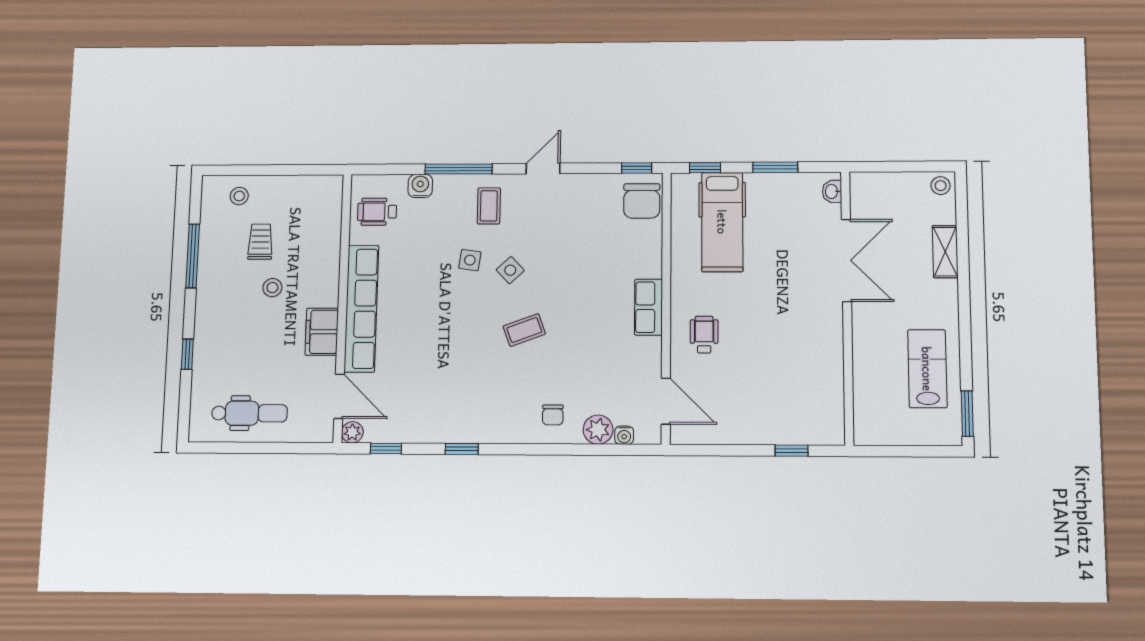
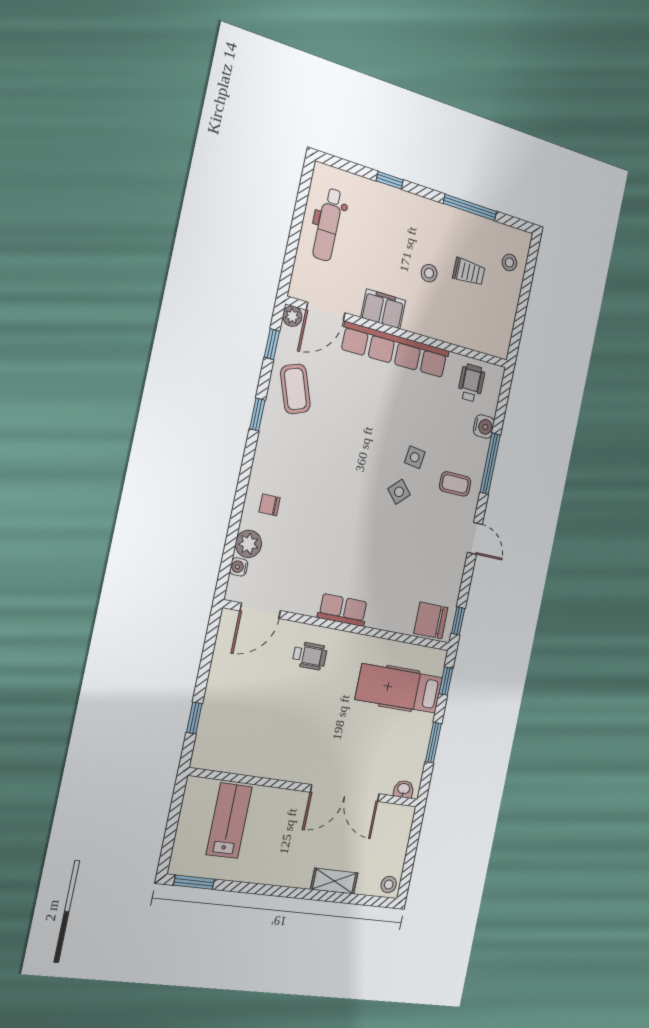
coffee table: (524, 330) -> (295, 389), moved, width x1.36, depth x1.30
lab bench: (927, 369) -> (229, 821), moved, turned -90

